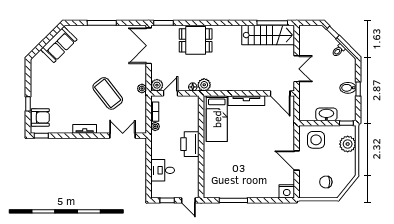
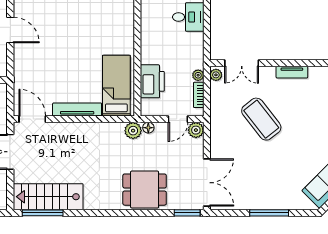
plant: (142, 89) -> (216, 75), moved
printer: (190, 144) -> (152, 81), moved

